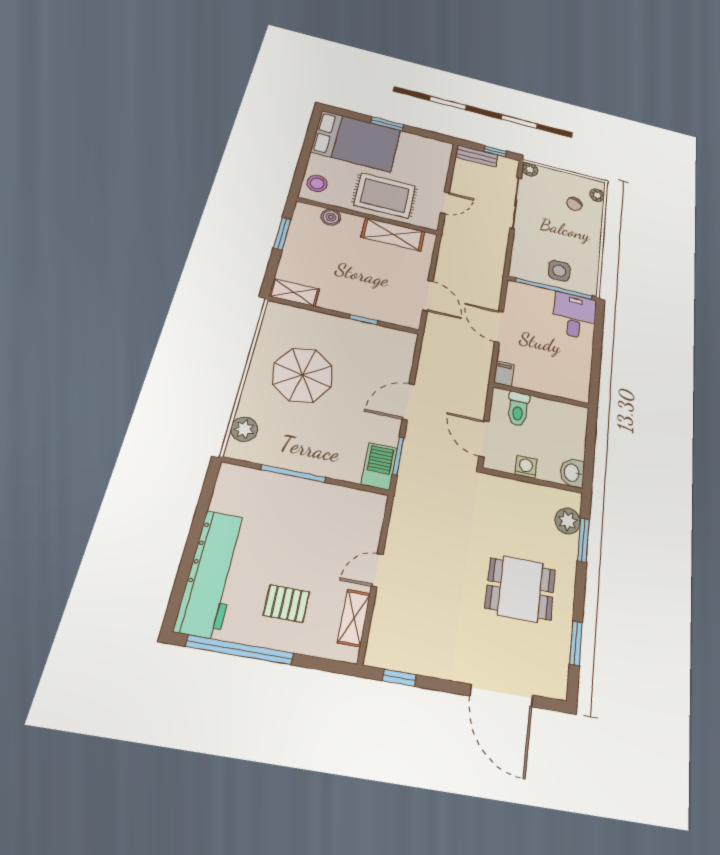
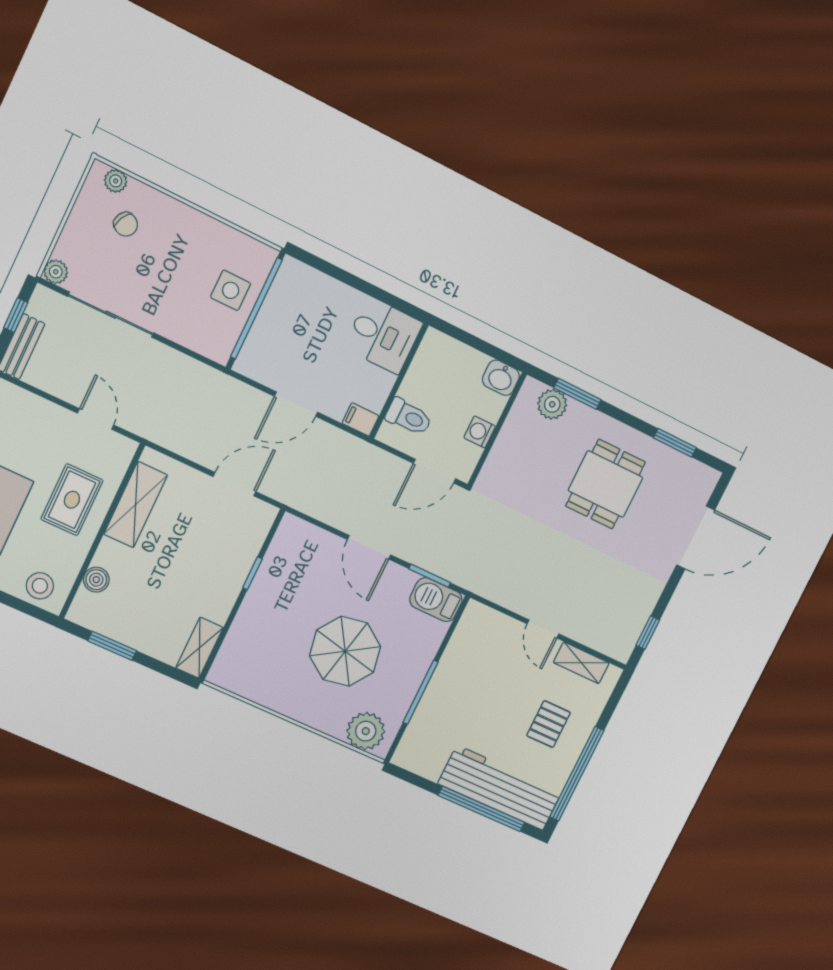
rug: (385, 195) -> (72, 500), width x0.73, depth x0.70
desk: (574, 316) -> (383, 335), moved, turned 180
parasol: (303, 375) -> (345, 651), moved
plant: (244, 429) -> (366, 731), width x1.36, depth x1.36
window: (187, 561) -> (481, 809), added

